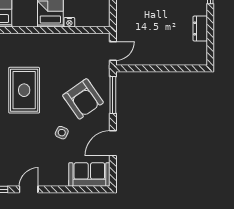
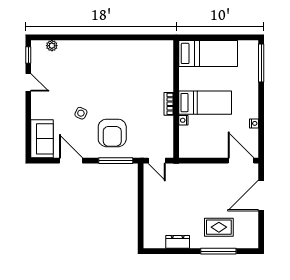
bookcase: (52, 38) -> (169, 104), added
rug: (24, 90) -> (120, 78), removed
armchair: (83, 99) -> (112, 133), turned -55

